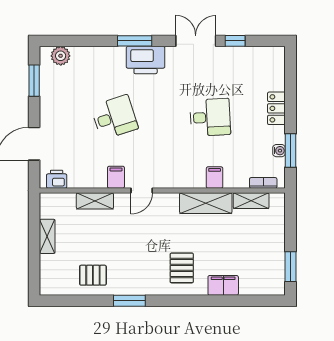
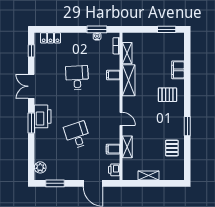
window: (235, 41) -> (31, 51), moved
locker: (276, 108) -> (51, 38), moved
filing cabinet: (116, 177) -> (113, 149), moved

